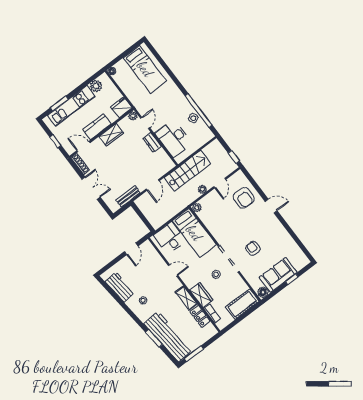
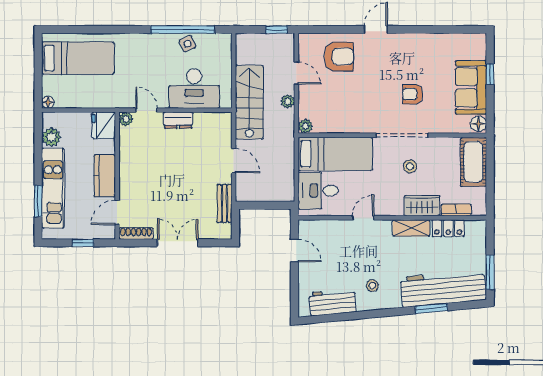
wardrobe: (111, 135) -> (129, 165), removed

